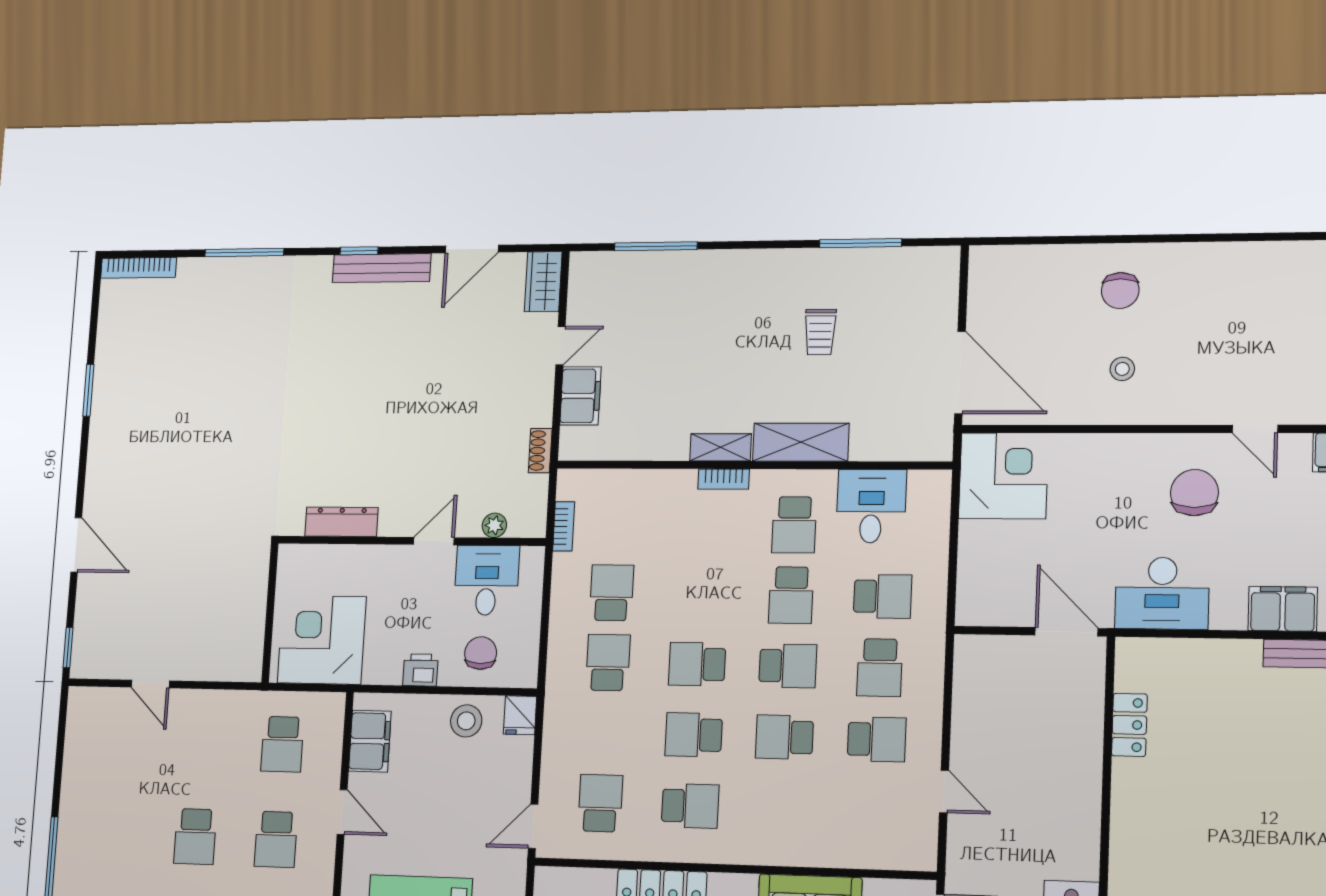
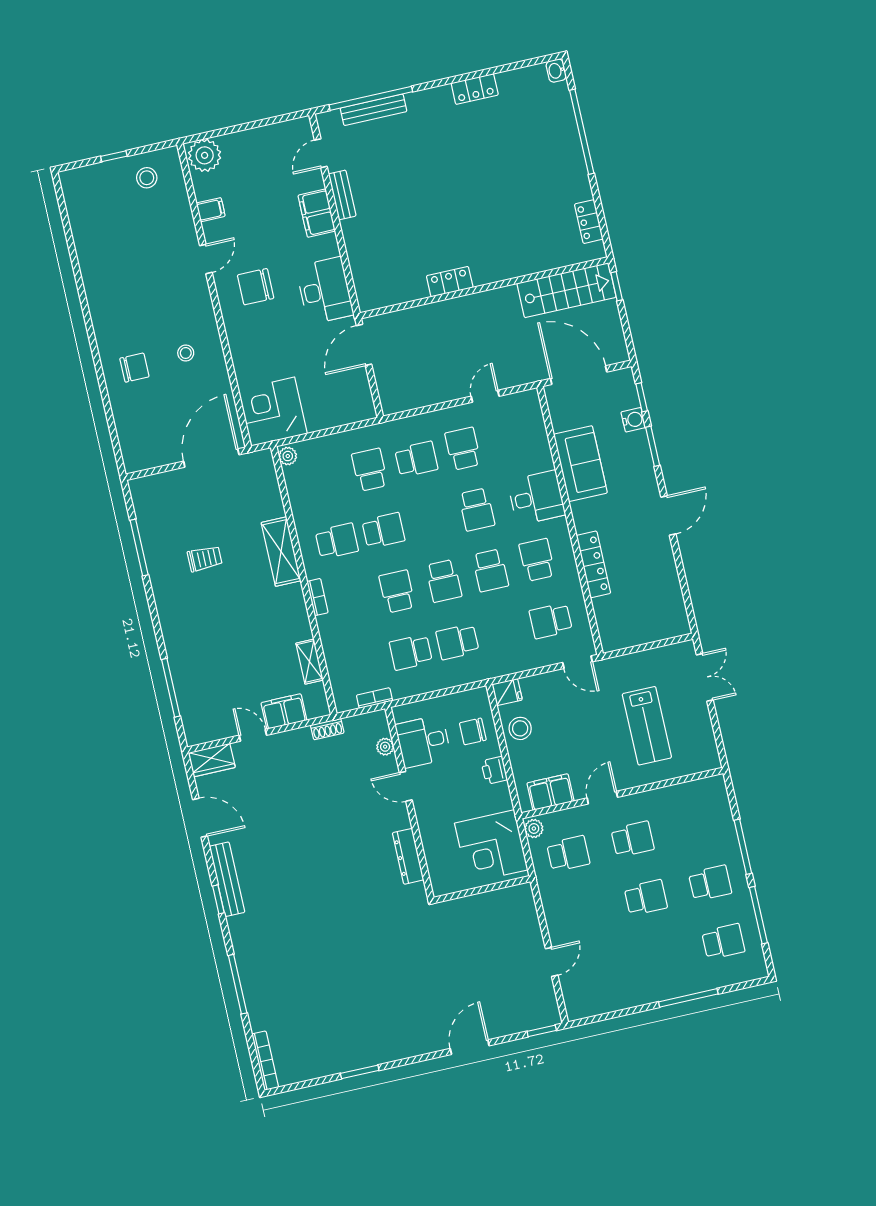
shelving: (720, 447) -> (310, 662), moved
plant: (934, 483) -> (288, 456), added
desk: (871, 506) -> (536, 498), moved, turned 180
school desk: (788, 666) -> (397, 591), moved
plant: (329, 705) -> (534, 828), added
locker: (1129, 725) -> (450, 282), moved

